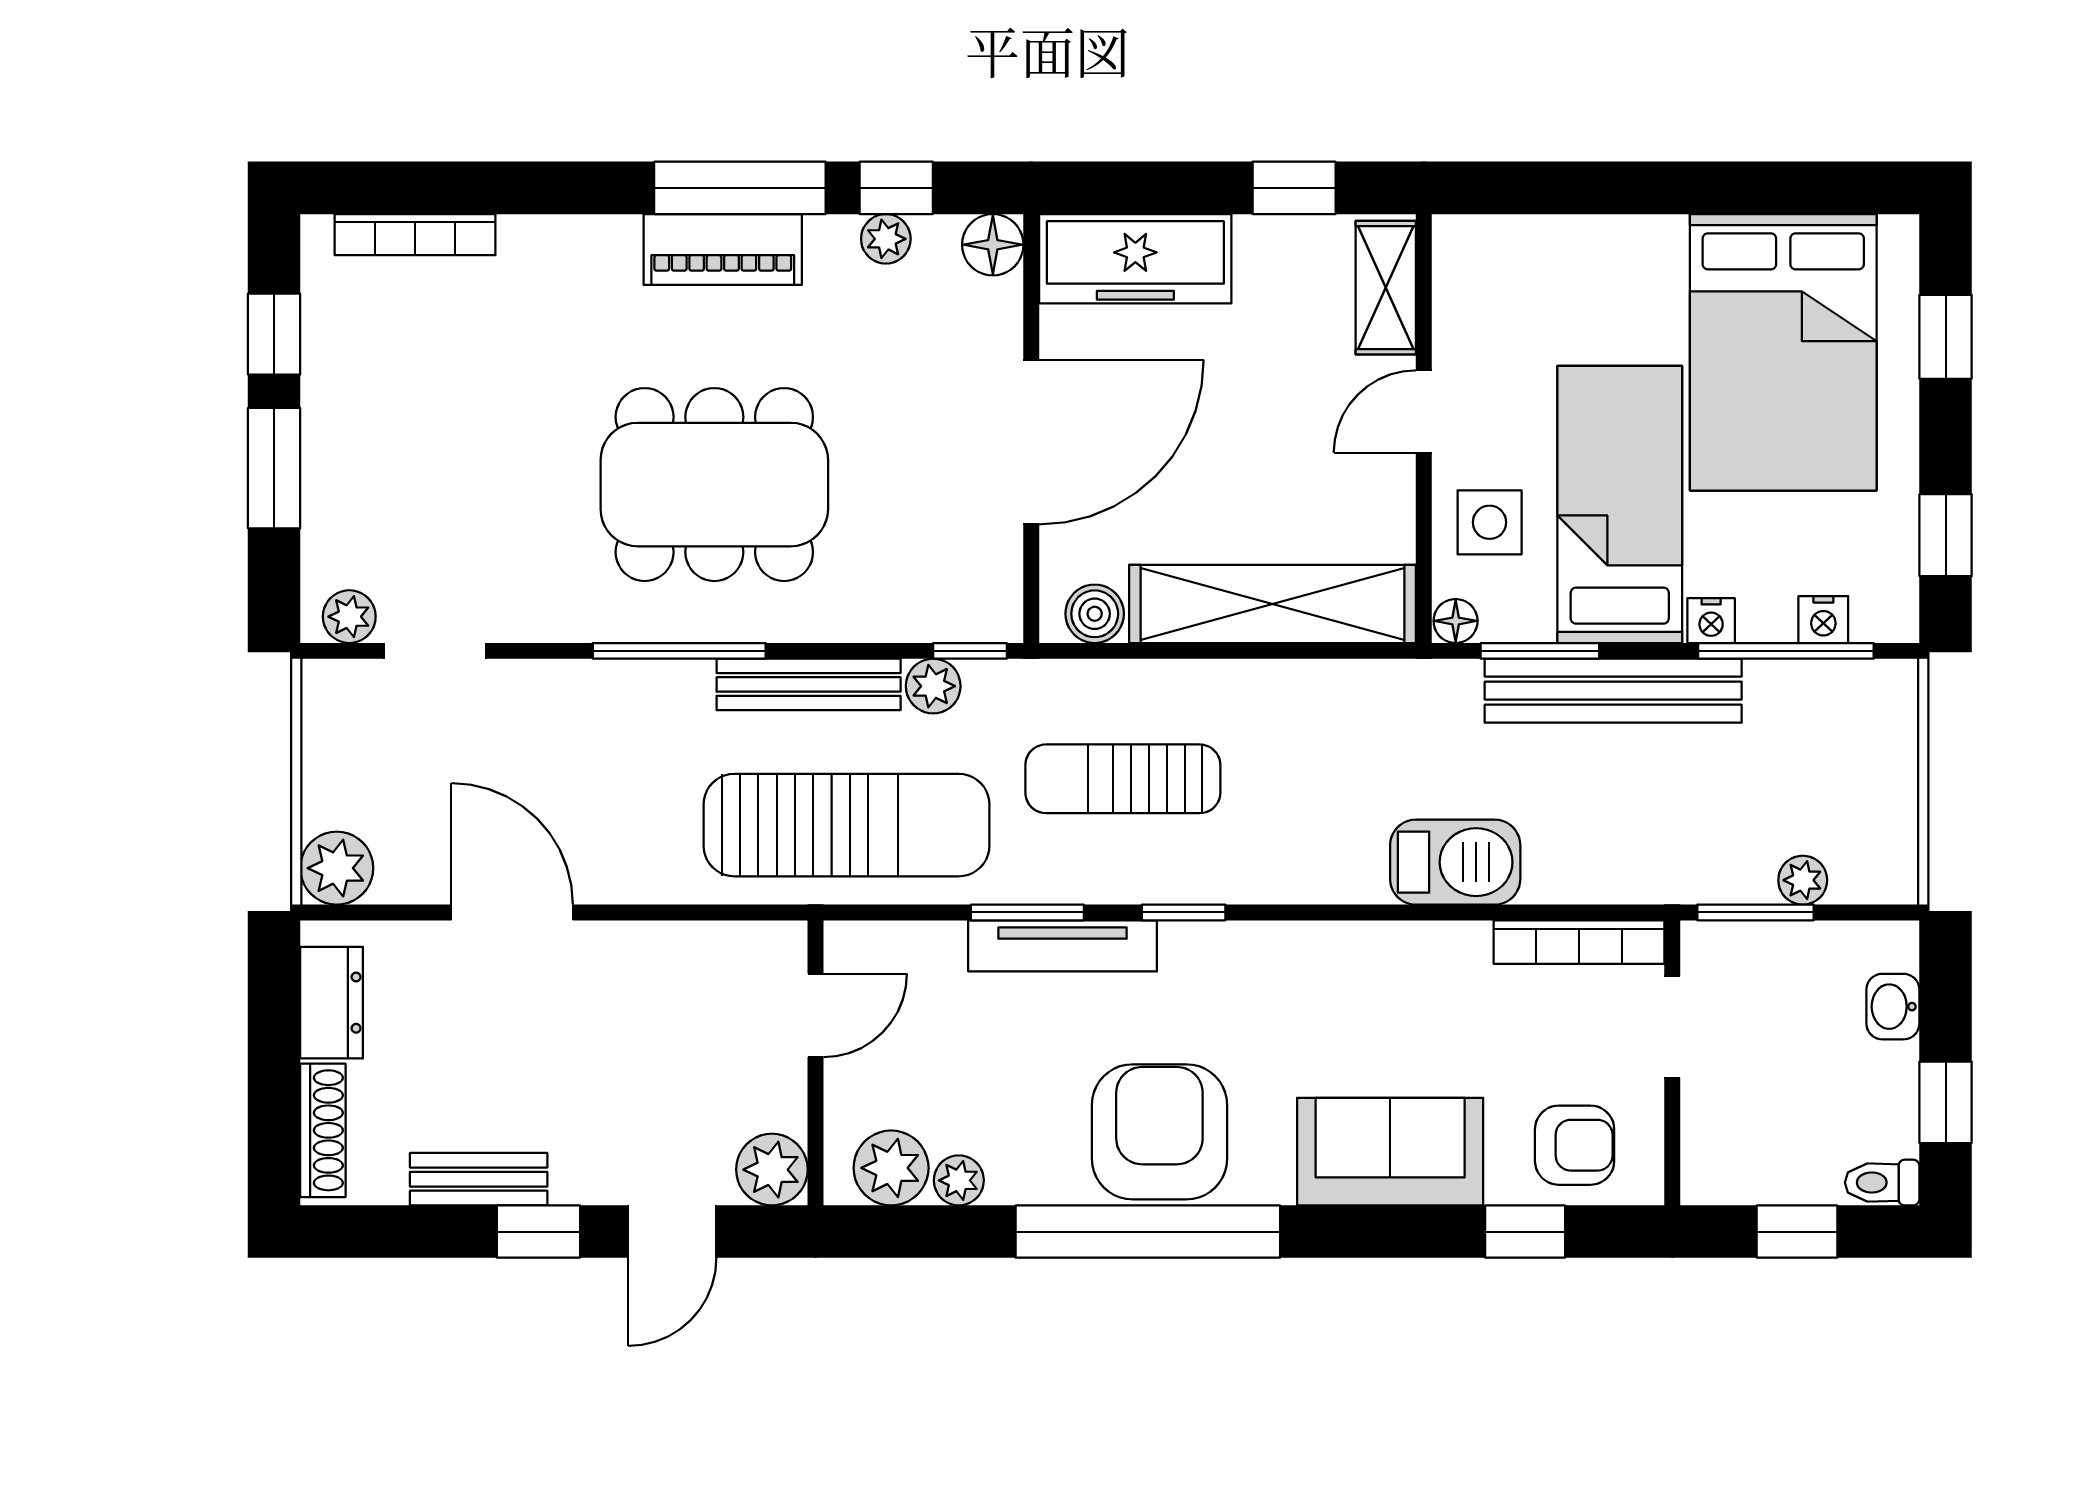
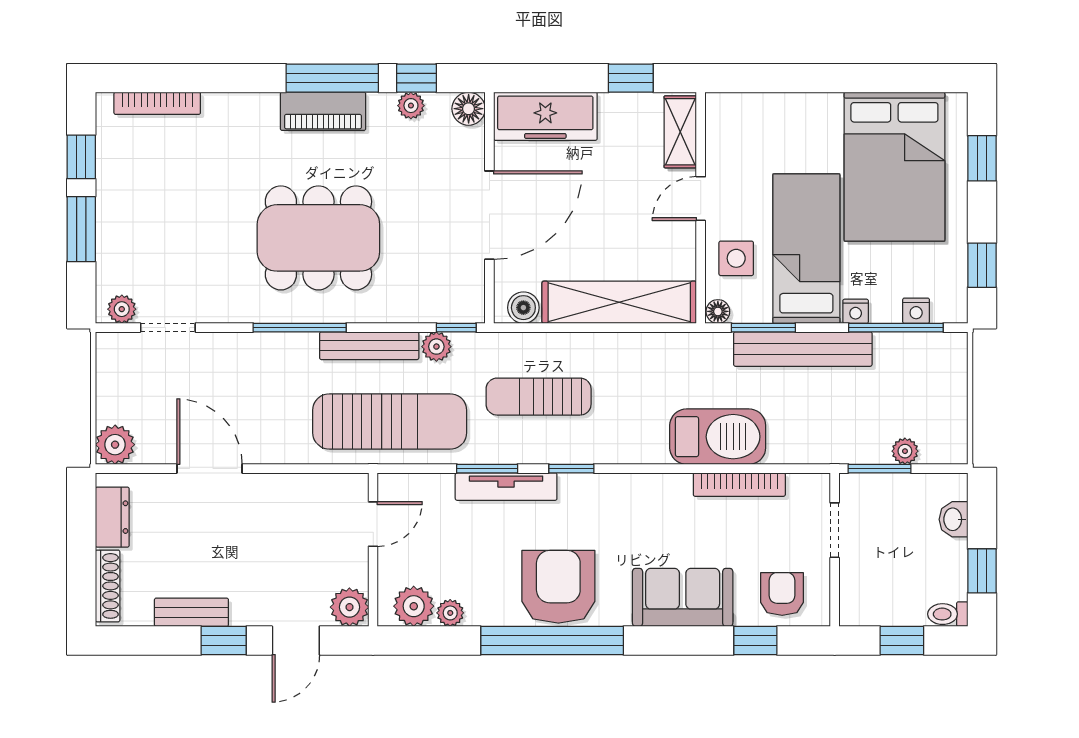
barbecue: (1455, 862) -> (718, 437), width x1.37, depth x1.21
bookcase: (1579, 942) -> (739, 485), moved
armchair: (1575, 1145) -> (782, 594), turned -90

